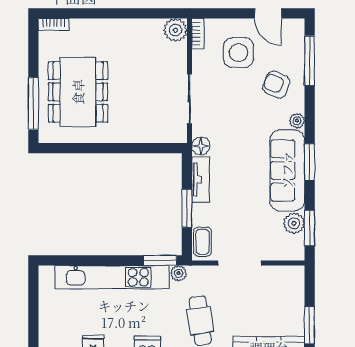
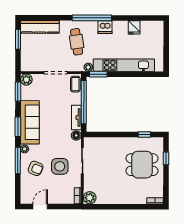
door: (268, 13) -> (40, 207), hinge flipped
side table: (238, 52) -> (60, 166), moved
window: (310, 61) -> (18, 160), moved
dining table: (78, 92) -> (142, 165), width x0.73
window: (33, 104) -> (166, 158), width x0.46
window: (74, 148) -> (144, 134), added
window: (187, 208) -> (84, 102), width x2.11
plant: (294, 223) -> (26, 80), moved

